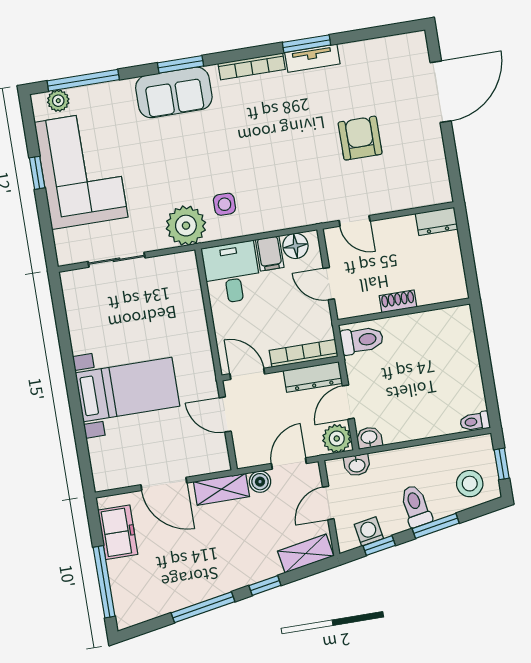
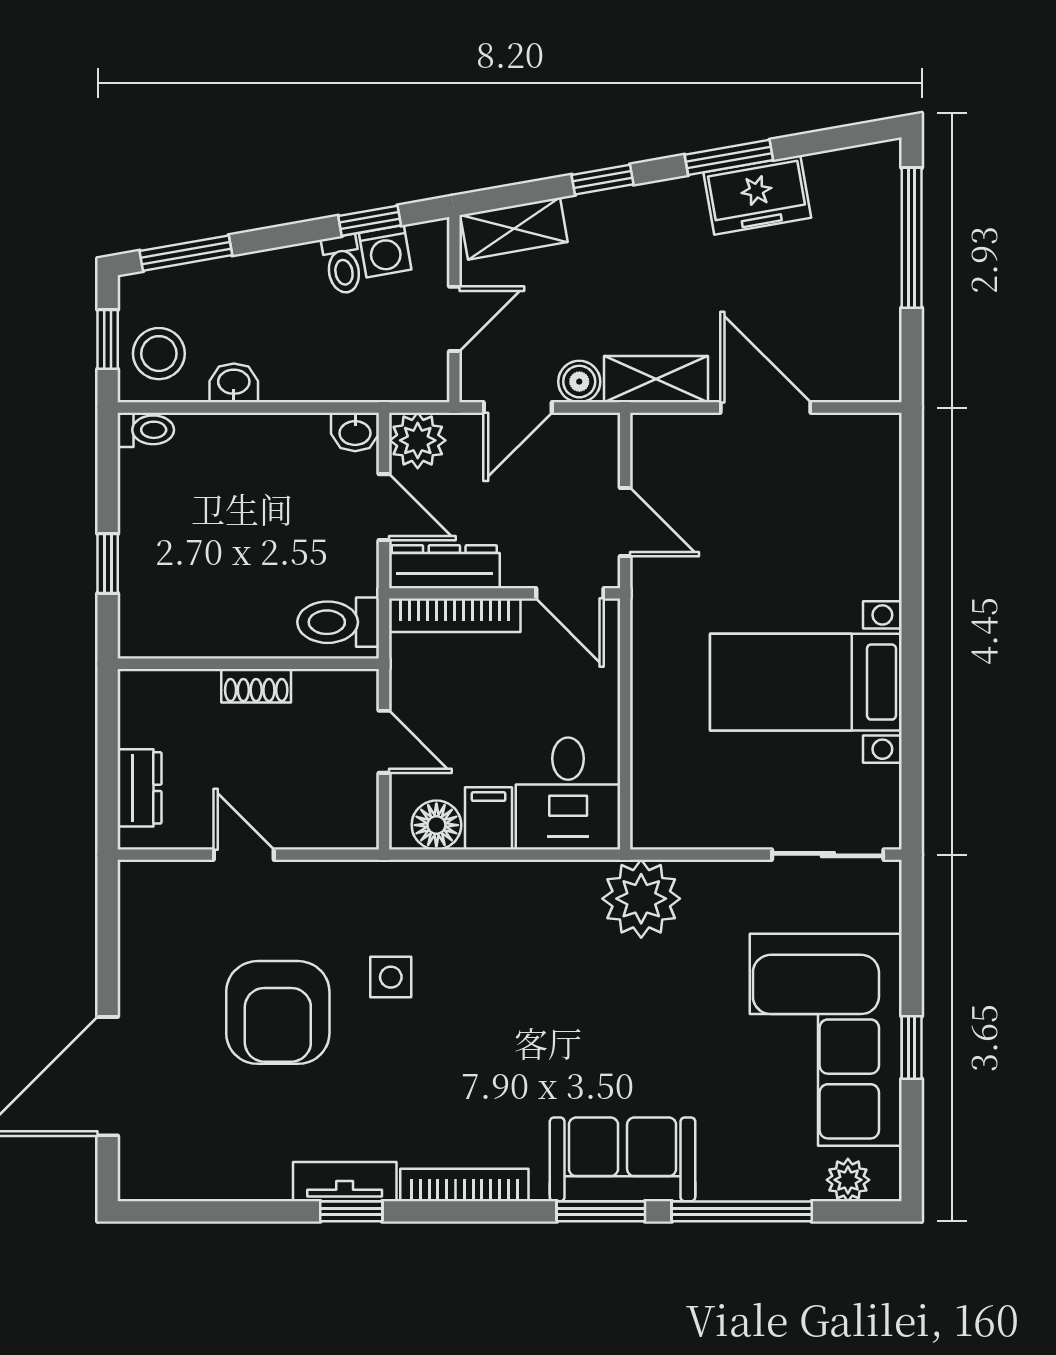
window: (306, 44) -> (351, 1211), width x0.67
window: (83, 80) -> (742, 1211), moved
armchair: (360, 138) -> (278, 1012), width x1.36, depth x1.36
side table: (224, 204) -> (391, 977), moved
door: (355, 221) -> (244, 855), moved
dresser: (437, 221) -> (140, 788), moved, turned 90
sliding door: (117, 260) -> (828, 855), moved
window: (483, 351) -> (108, 563), added
bed with nightstands: (127, 390) -> (806, 682), moved
door: (348, 402) -> (384, 507), hinge flipped
washbasin: (357, 465) -> (234, 383), moved
stool: (470, 484) -> (159, 354), moved
toilet: (416, 506) -> (343, 264), moved, width x0.73, depth x0.72
window: (436, 526) -> (186, 253), moved
freezer: (118, 532) -> (757, 195), moved, turned -100
window: (203, 607) -> (729, 157), width x0.69

